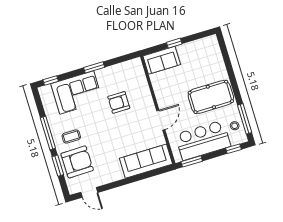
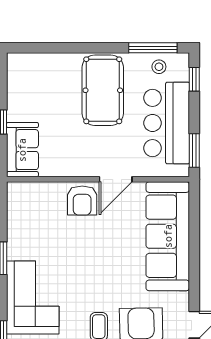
armchair: (119, 102) -> (82, 201), moved
door: (161, 120) -> (116, 179), swing flipped
sofa: (146, 161) -> (168, 236), width x1.36, depth x1.27

